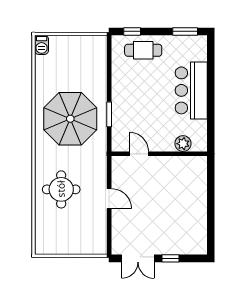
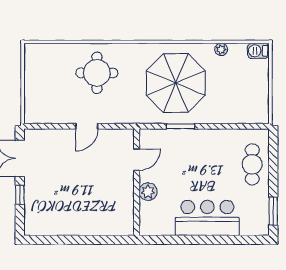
window: (132, 31) -> (273, 152), removed
plant: (40, 78) -> (221, 49), added
plant: (183, 144) -> (148, 192), moved

